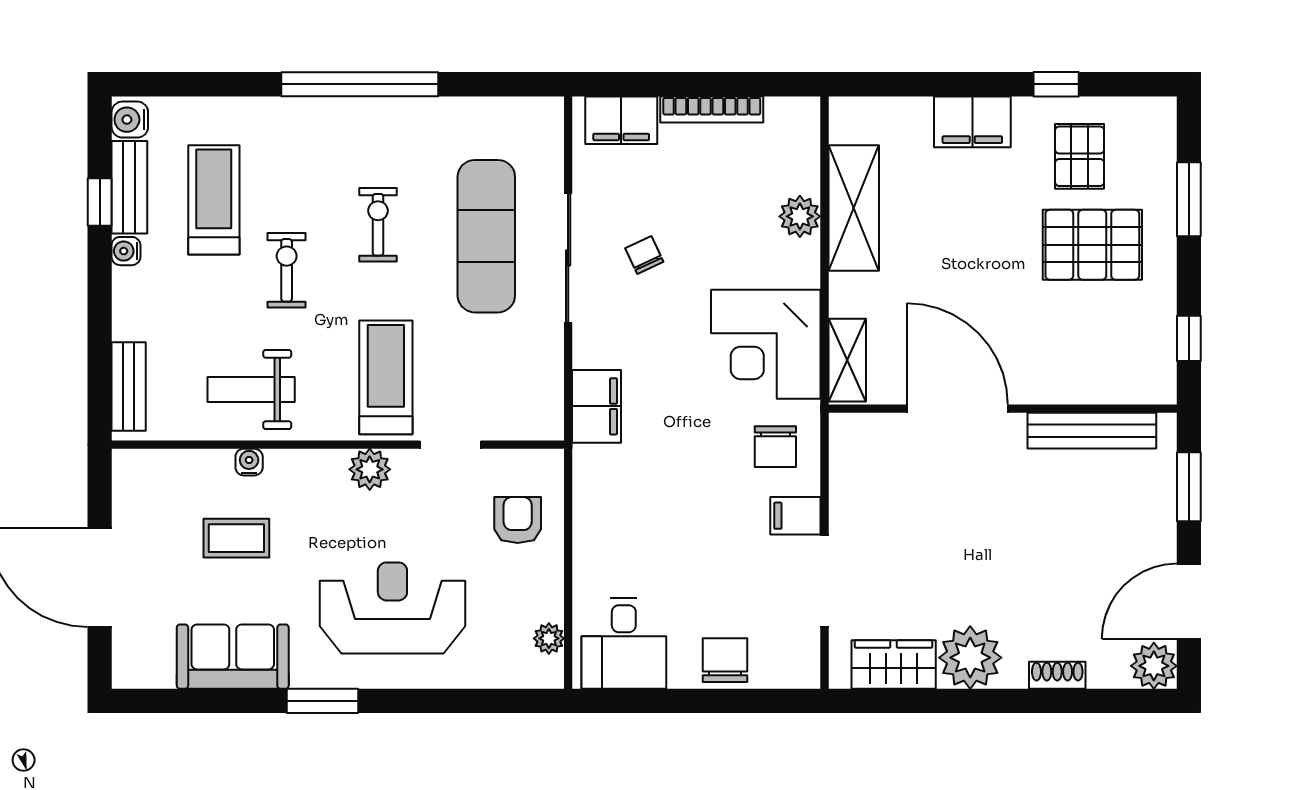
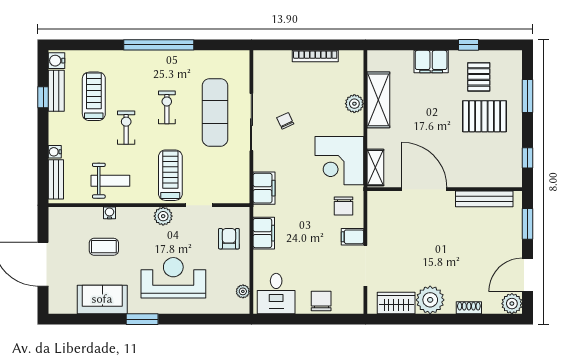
filing cabinet: (621, 120) -> (264, 233), moved, turned -90
water cooler: (126, 251) -> (55, 152), moved
weight bench: (251, 389) -> (110, 181), turned 180

